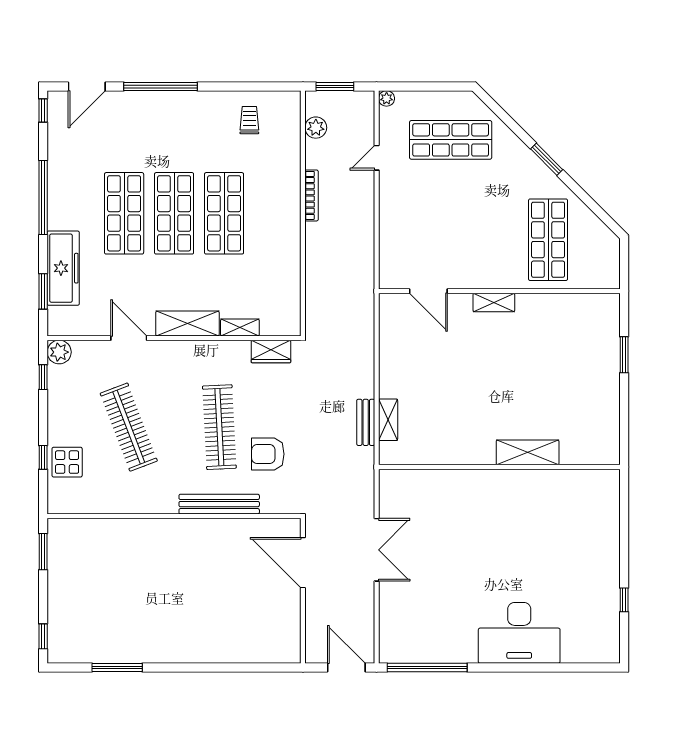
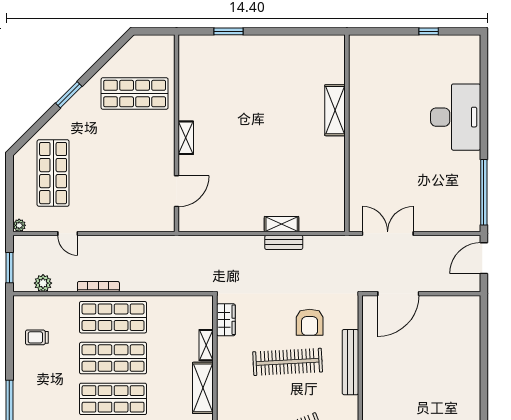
shop shelf: (274, 213) -> (113, 317), added
shelving: (528, 452) -> (335, 110), moved
wall: (499, 467) -> (347, 133), moved

